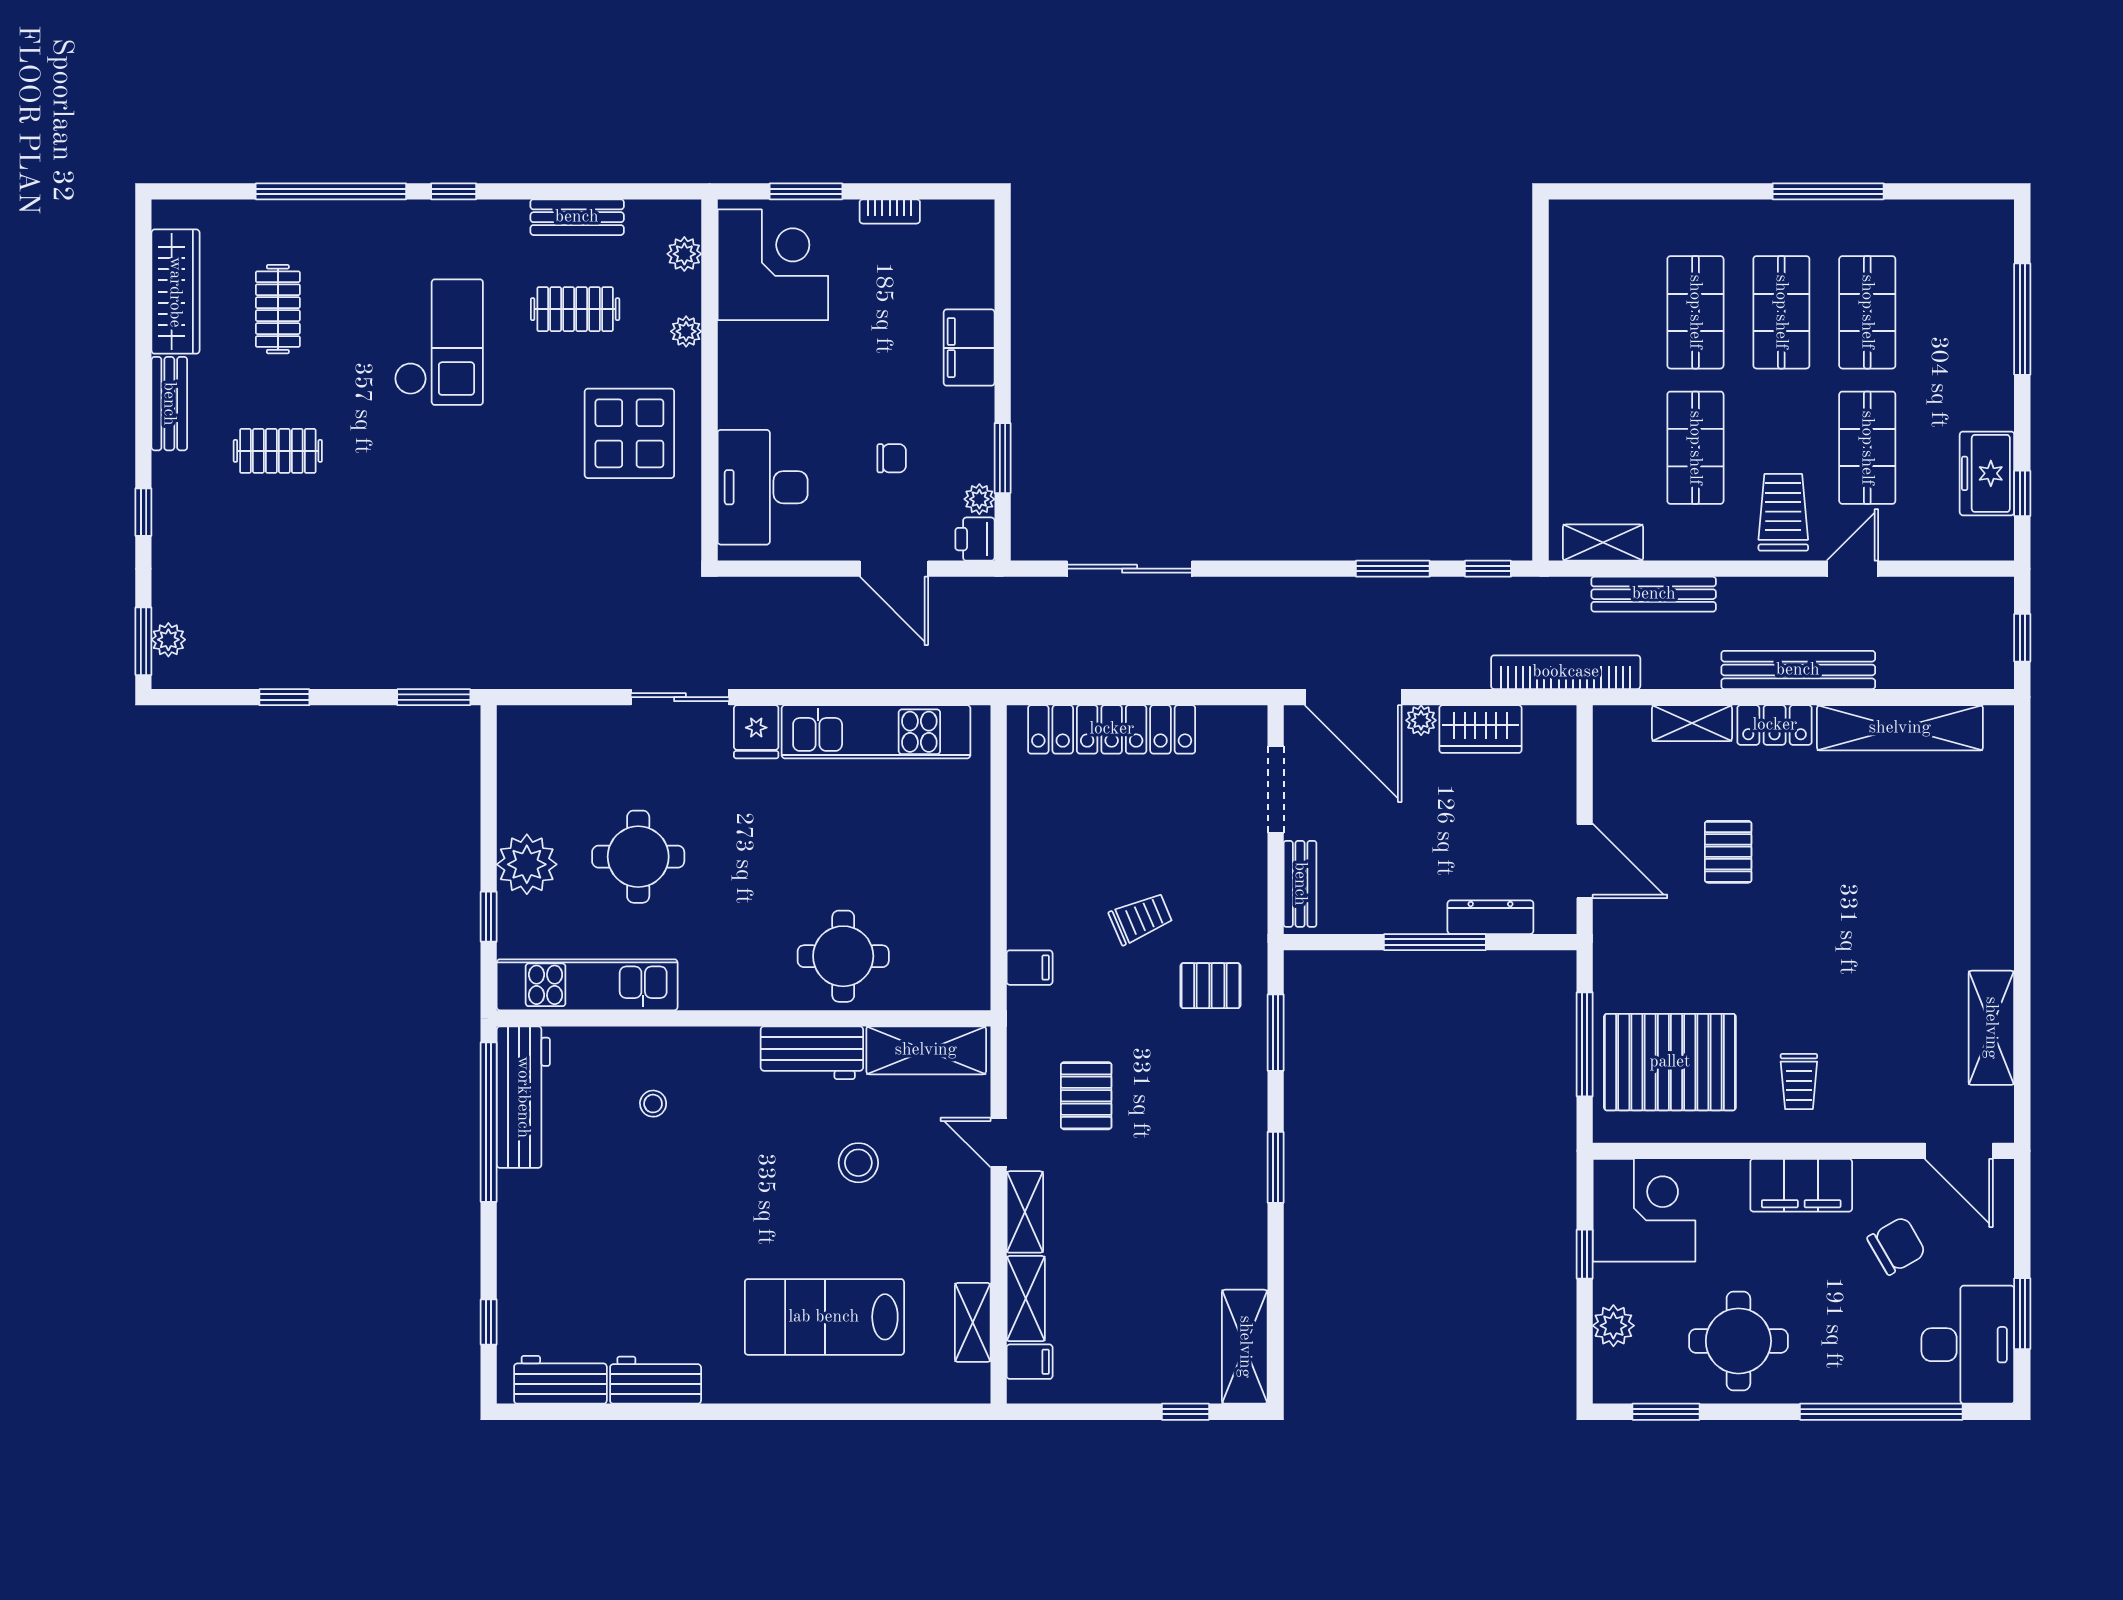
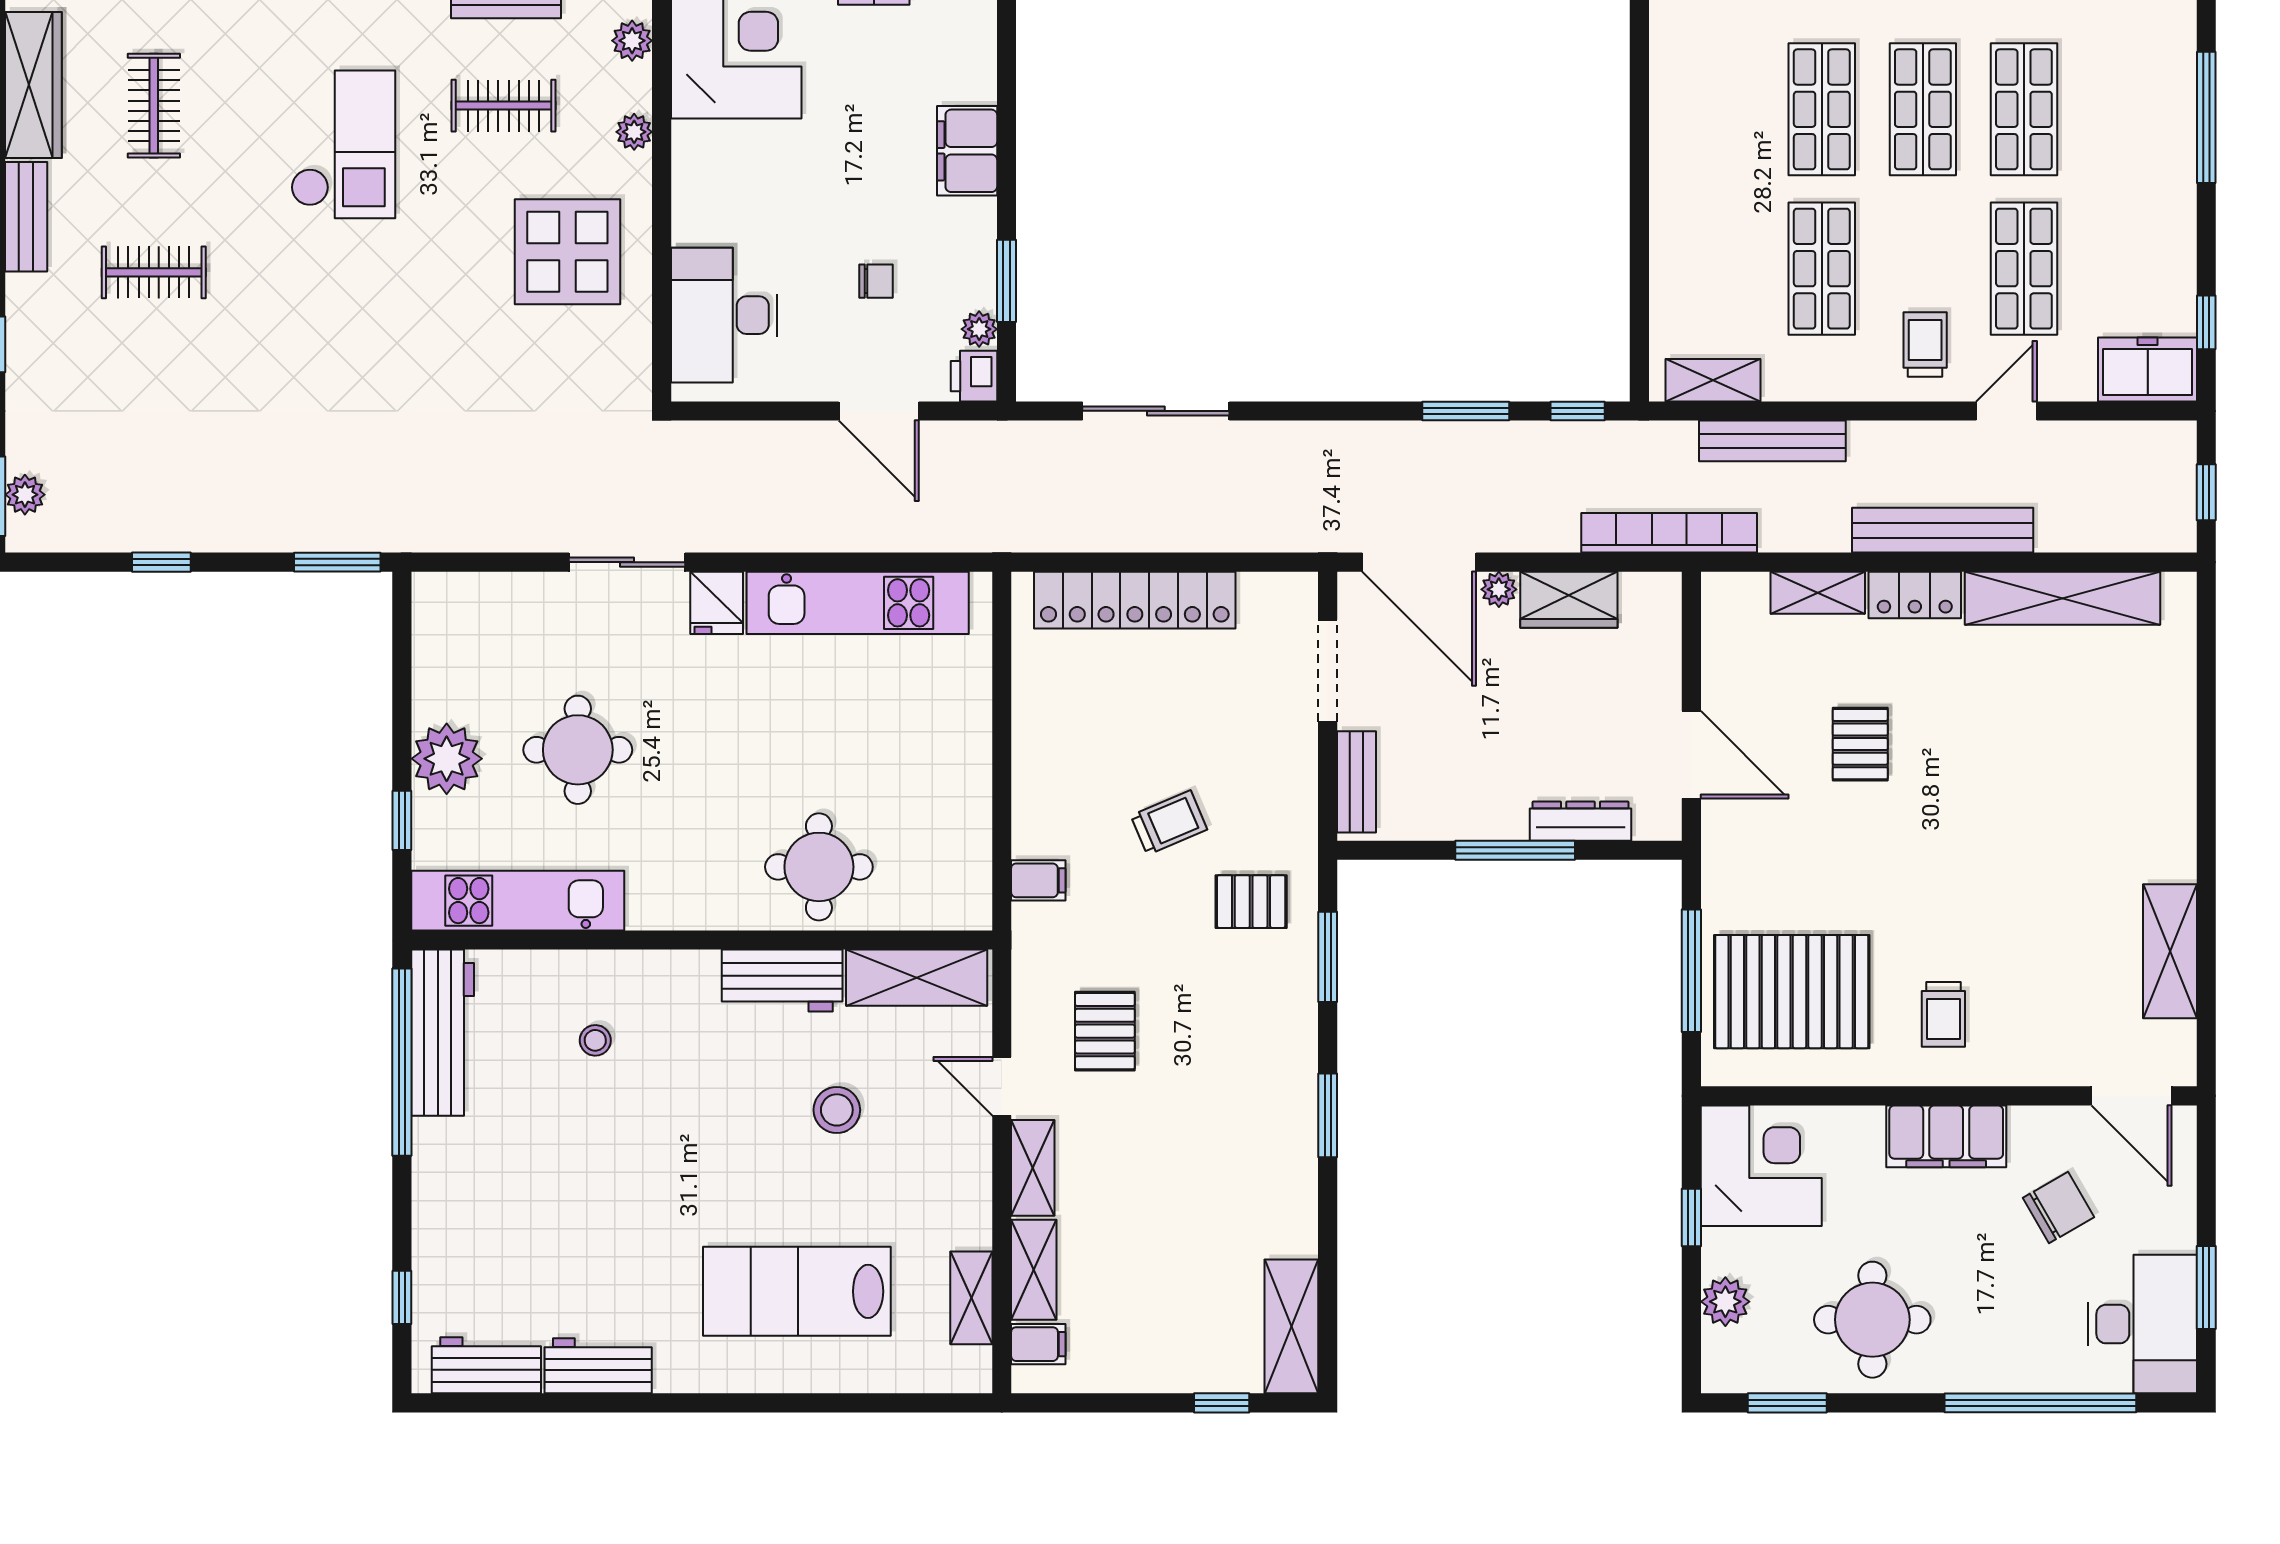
freezer: (1987, 473) -> (2148, 369), moved, turned 90
trolley: (1783, 512) -> (1925, 345), width x0.73, depth x0.72

